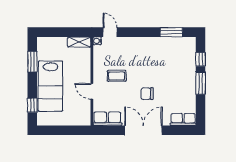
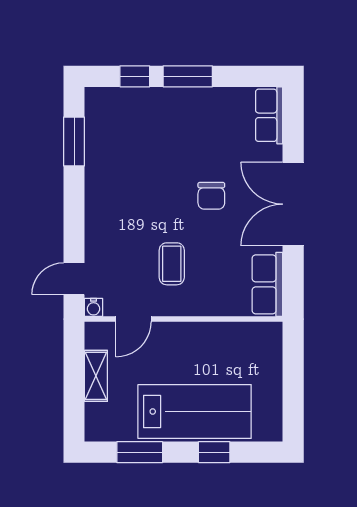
shelving: (79, 42) -> (96, 376), moved
door: (92, 91) -> (133, 319), moved
window: (32, 105) -> (214, 452), moved

